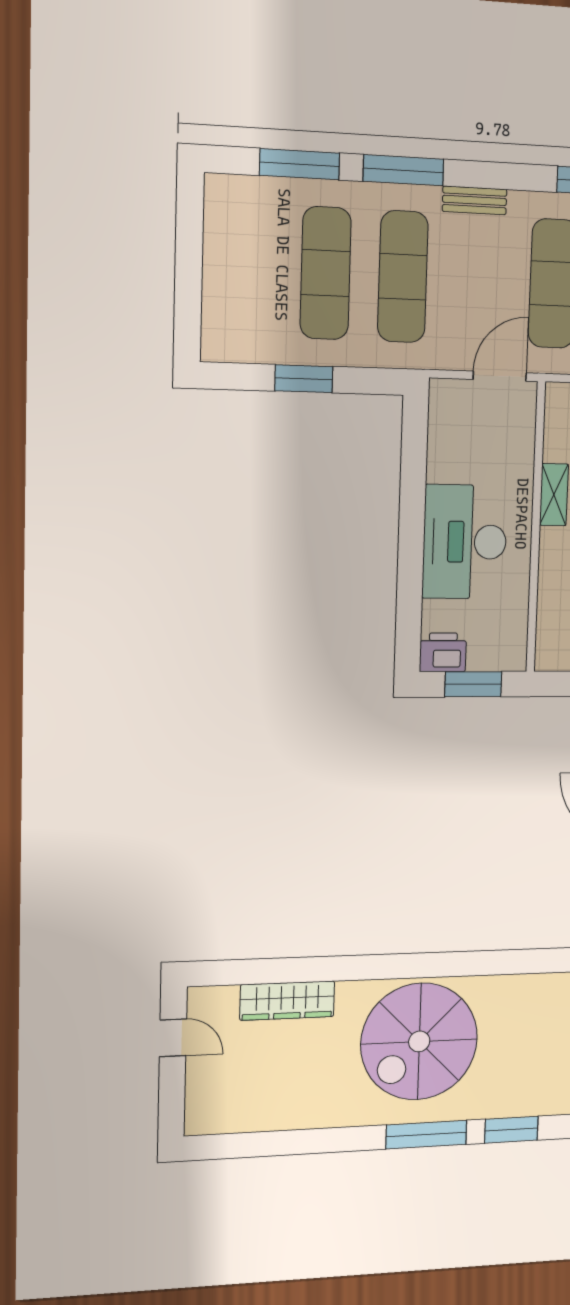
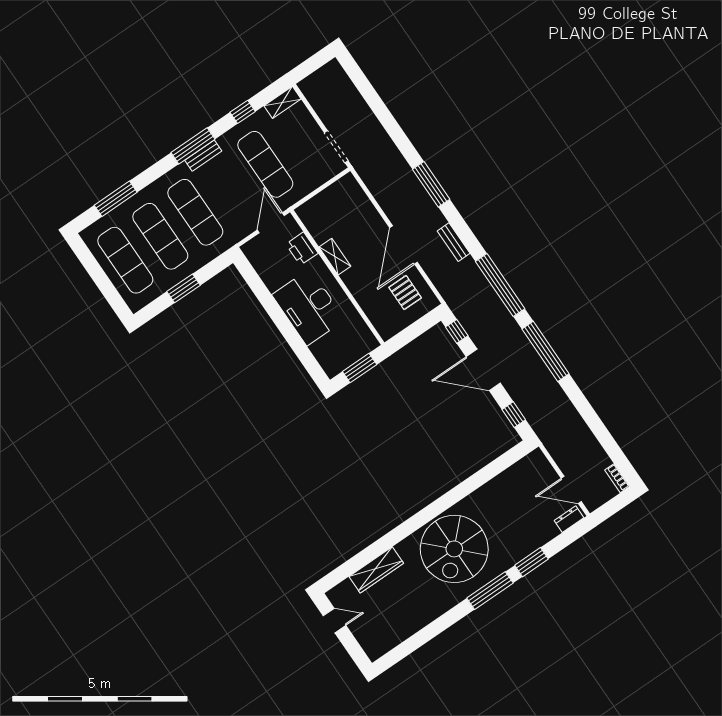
window: (403, 170) -> (193, 146), moved
exercise mat: (247, 270) -> (125, 260), added
printer: (443, 652) -> (302, 249), moved, turned -90

